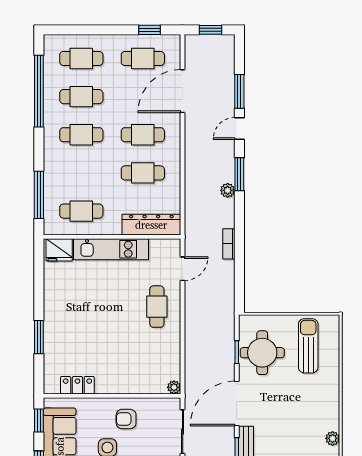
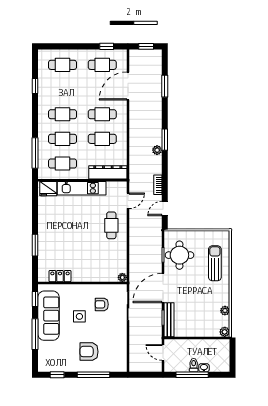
window: (39, 91) -> (35, 86), width x0.32
cafe table: (81, 97) -> (63, 139), moved
door: (239, 128) -> (165, 208), moved
sun lounger: (308, 346) -> (215, 263), moved
armchair: (126, 419) -> (102, 304), moved

